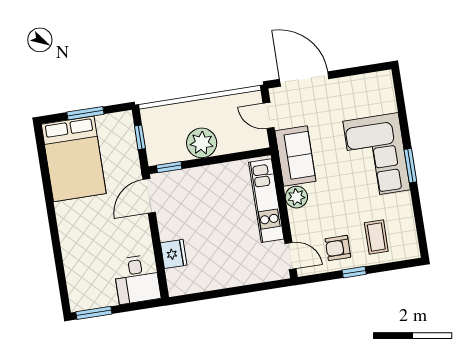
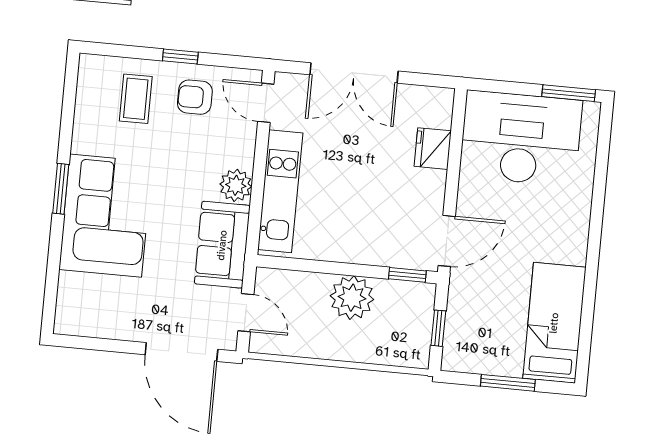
bed: (74, 159) -> (554, 323), width x0.67
armchair: (338, 248) -> (195, 97), turned 180
desk: (137, 279) -> (521, 138), width x1.87, depth x1.30
double door: (238, 290) -> (354, 73), added

